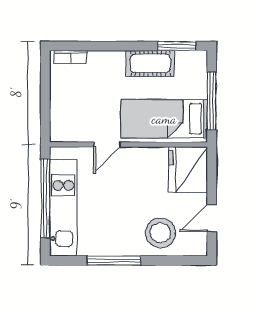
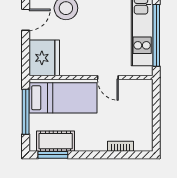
bookcase: (71, 57) -> (121, 146), moved
cot: (150, 63) -> (56, 141), moved
door: (107, 144) -> (108, 78), swing flipped

